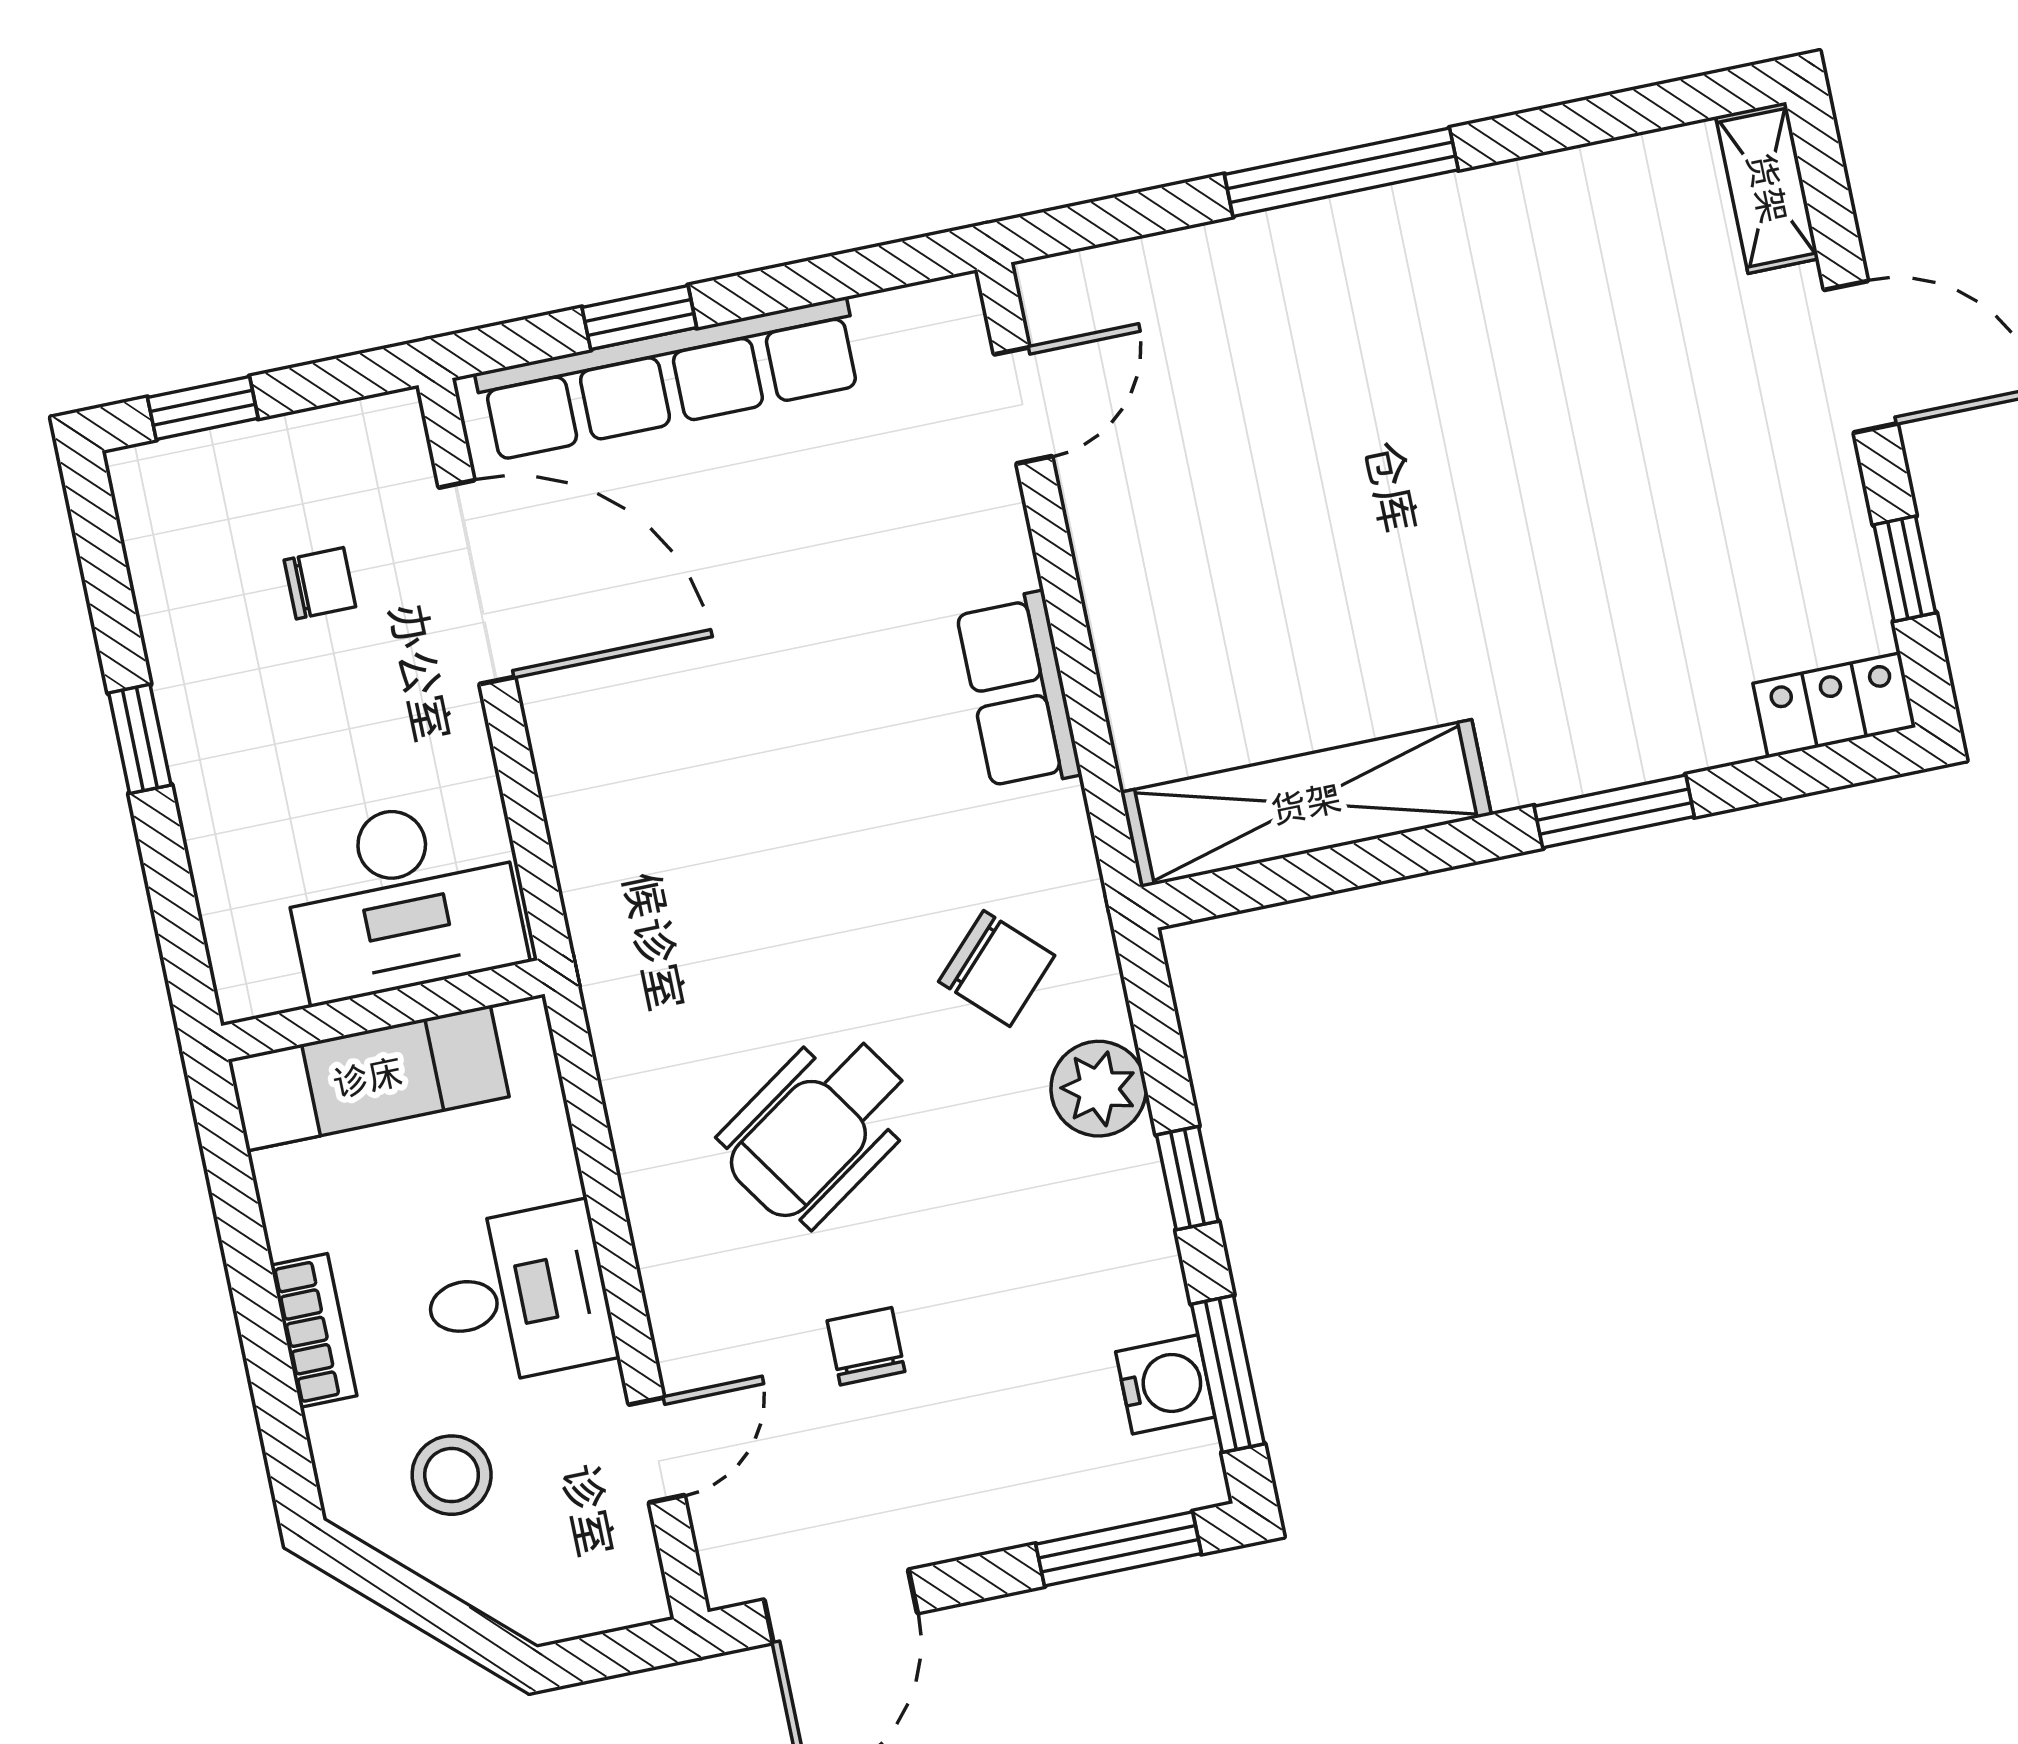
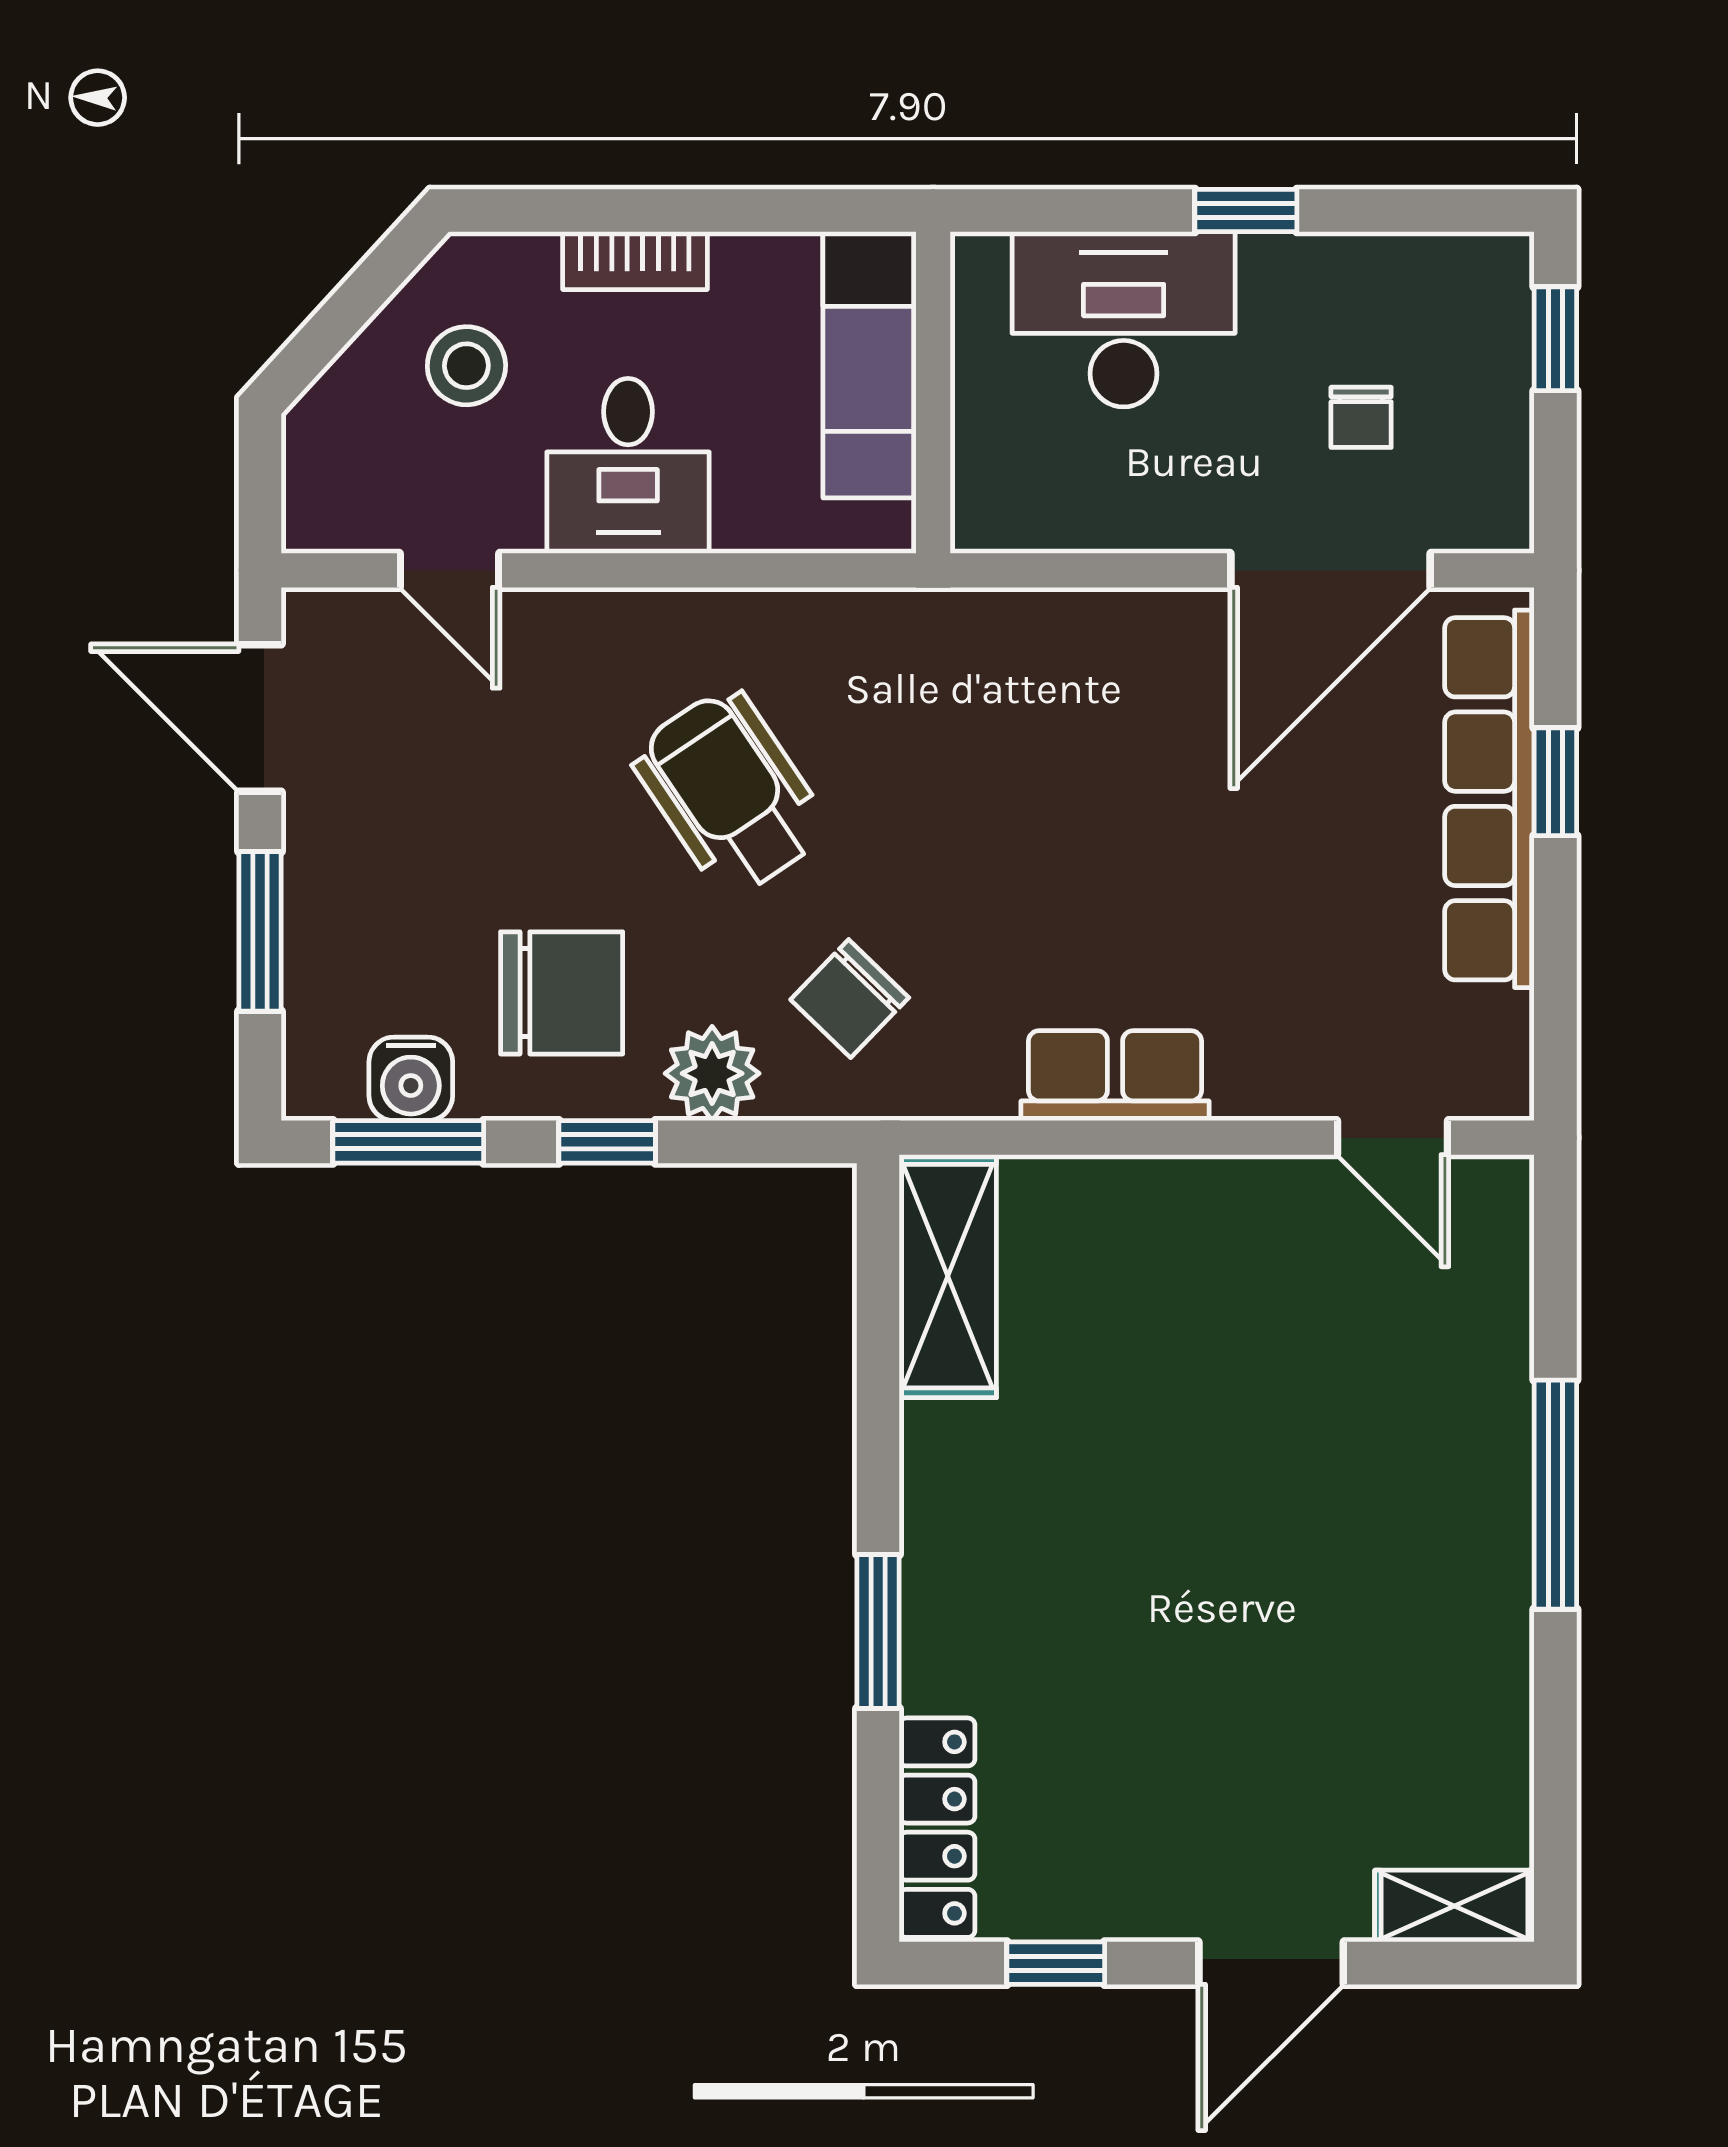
locker: (1834, 705) -> (937, 1828), width x1.53
shelving: (1306, 804) -> (948, 1276), width x0.68
desk: (403, 898) -> (1124, 319), moved, turned 90
chair: (866, 1346) -> (562, 993), moved, width x1.87, depth x1.87
window: (1119, 1549) -> (260, 931), moved

